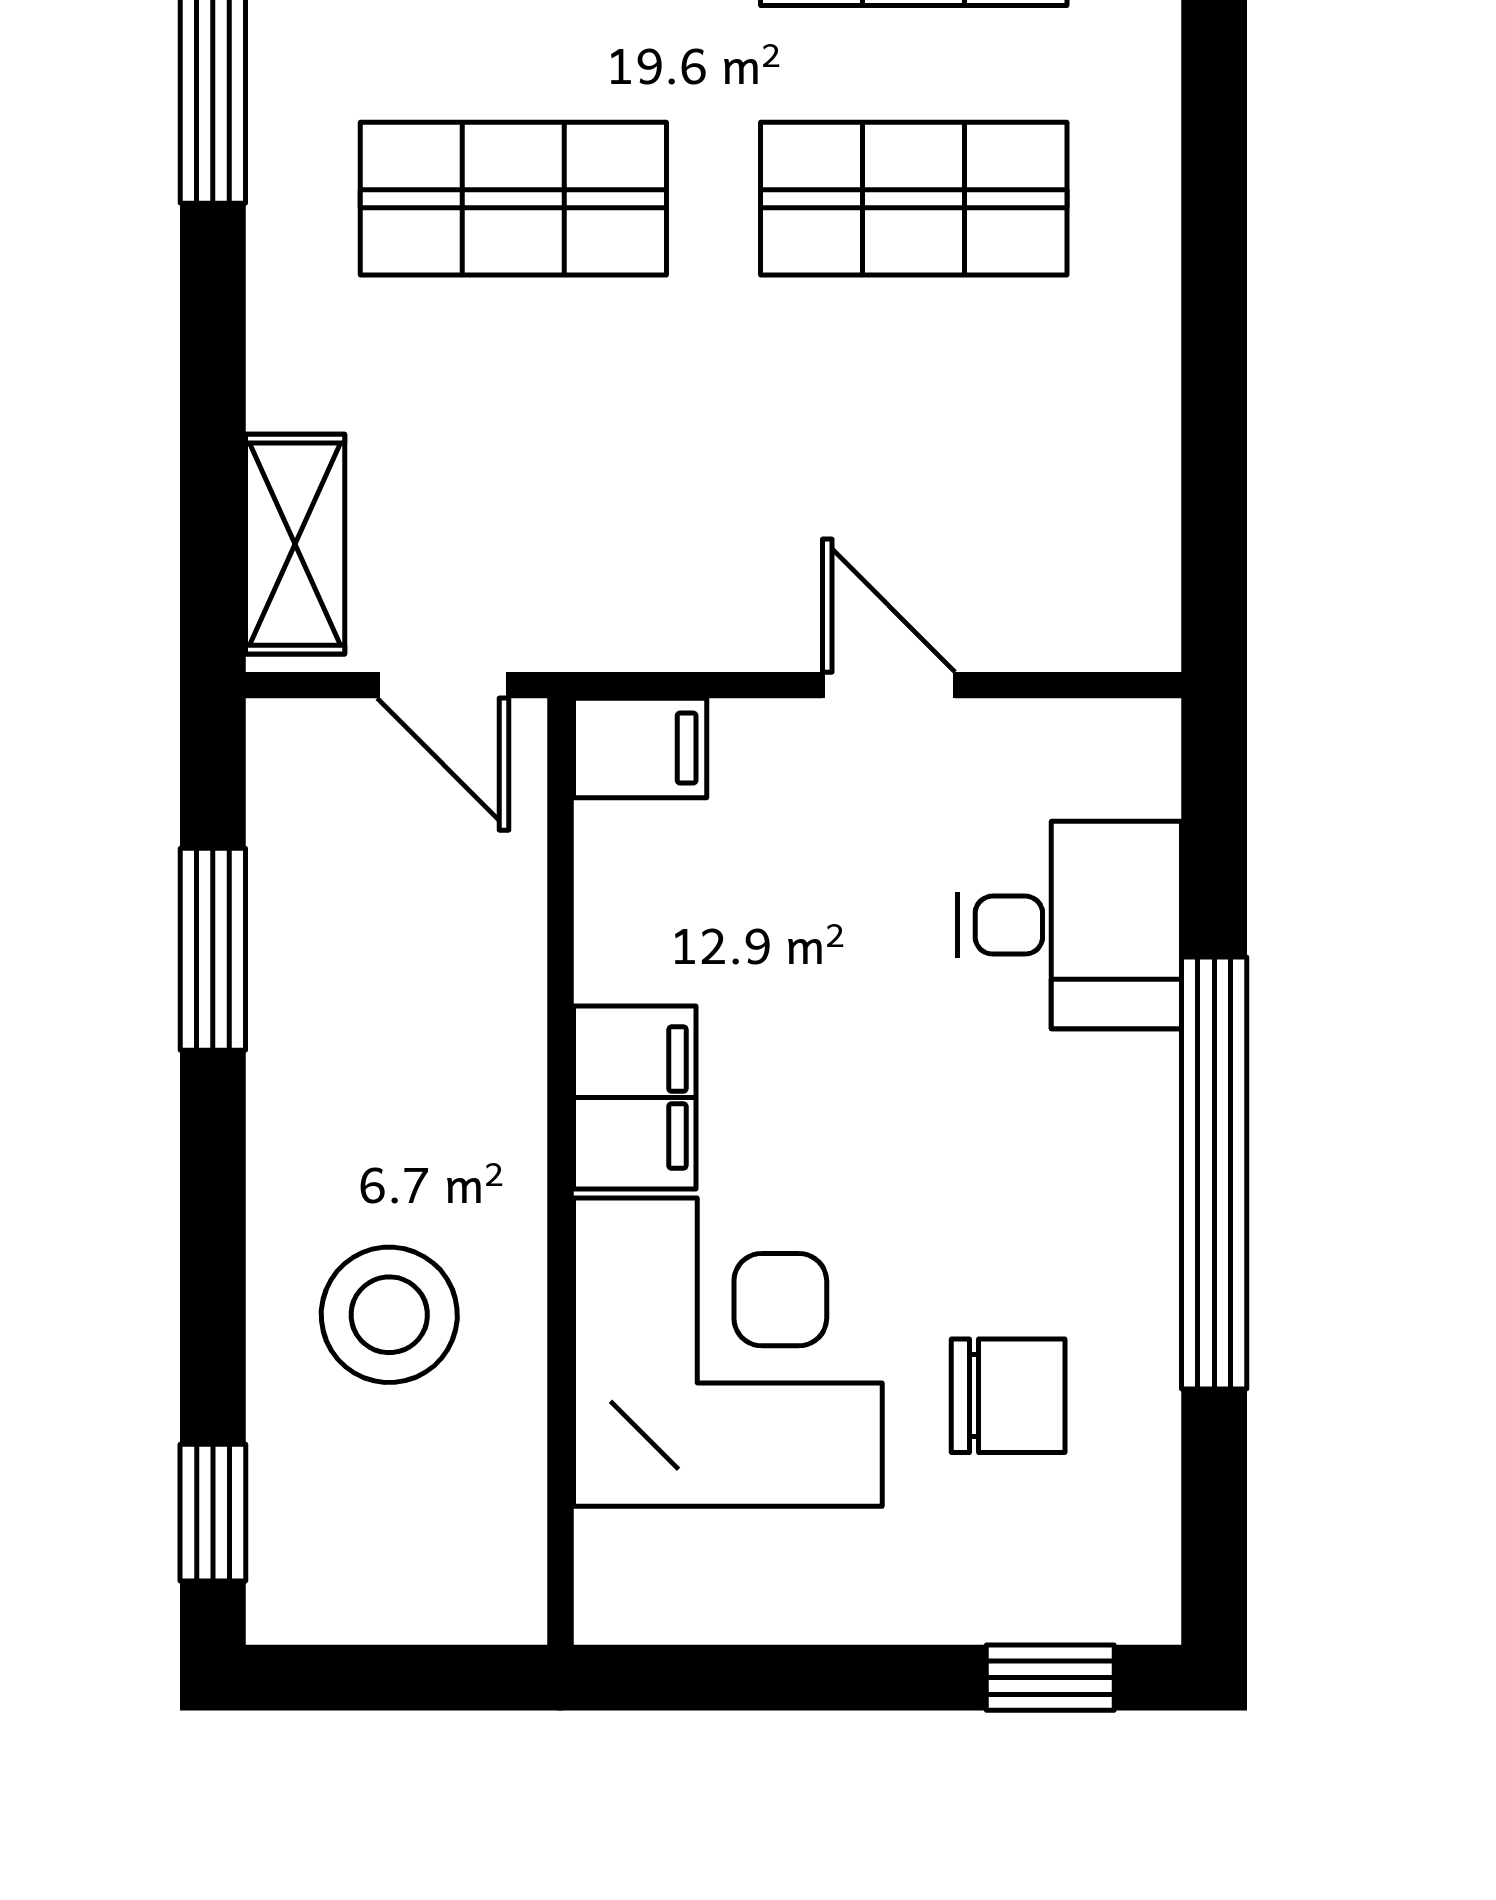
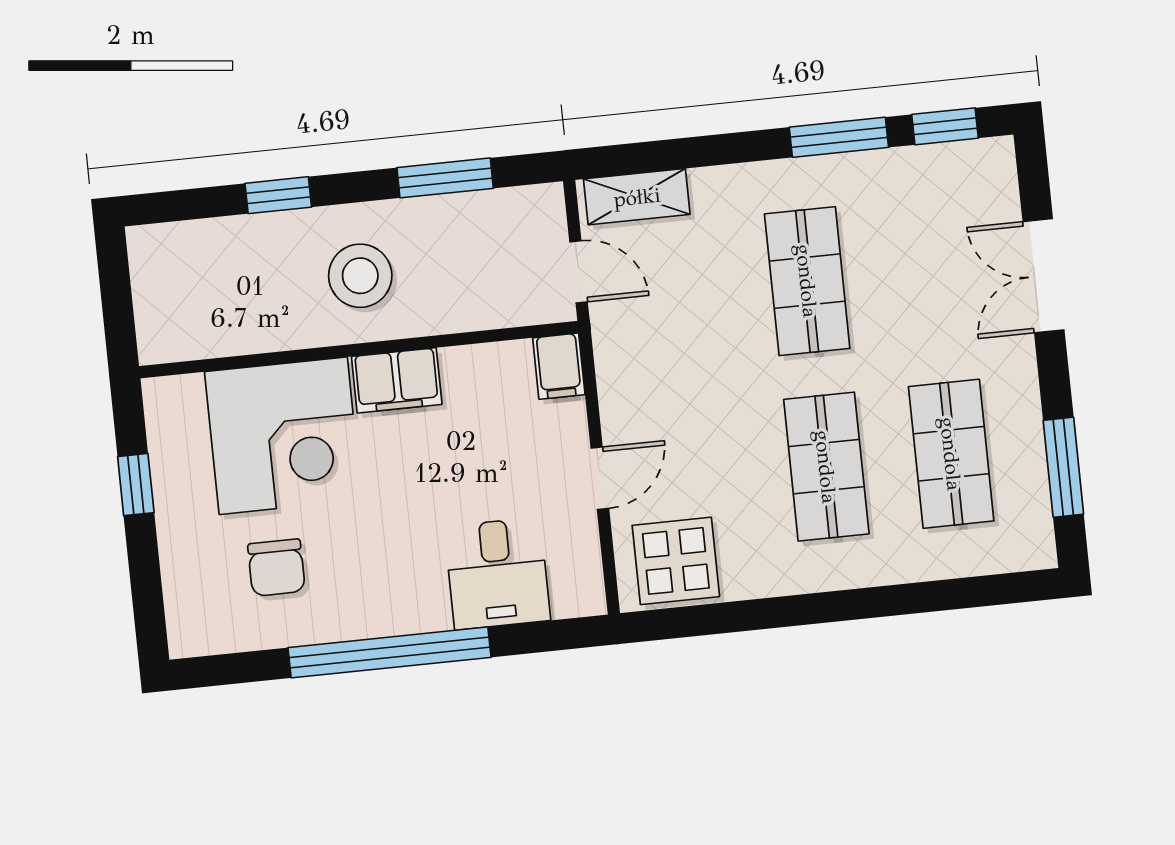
display table: (1082, 541) -> (676, 561), added
door: (443, 685) -> (579, 272), swing flipped
stool: (389, 1315) -> (360, 276), moved
window: (213, 1513) -> (278, 195), moved
window: (1050, 1678) -> (136, 485), moved

